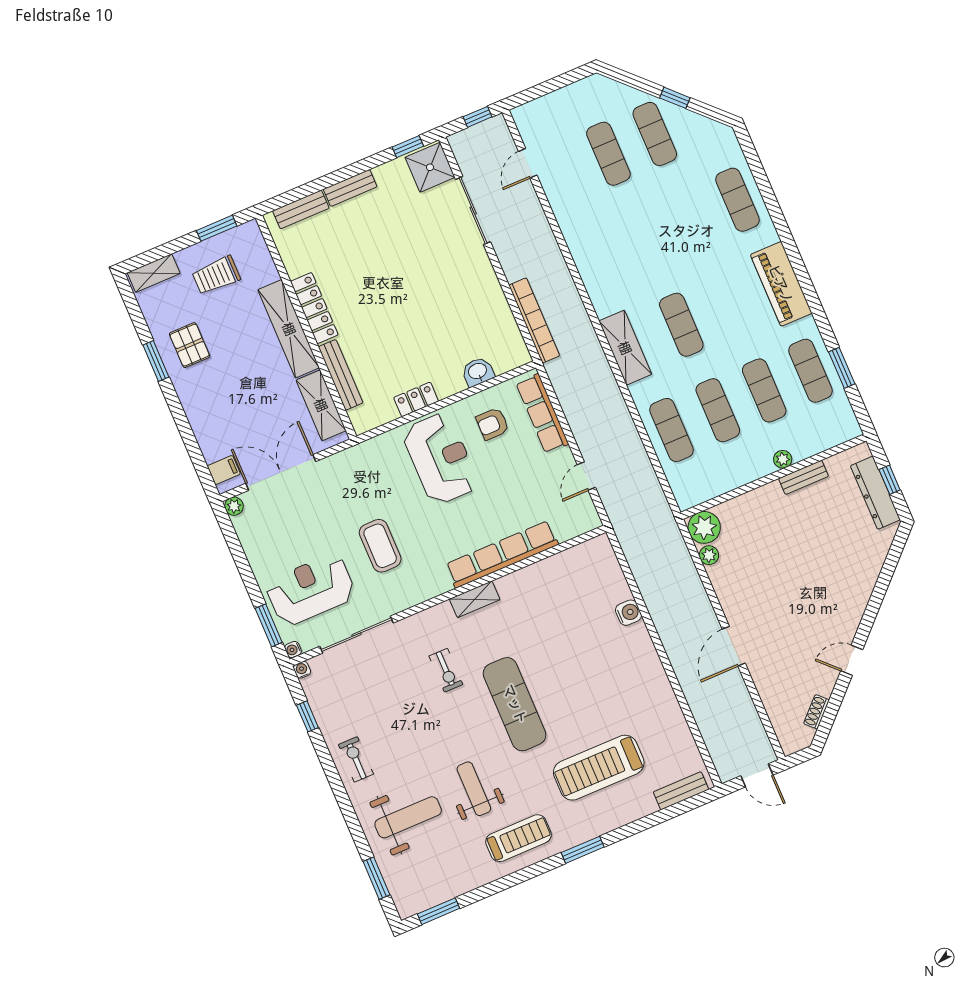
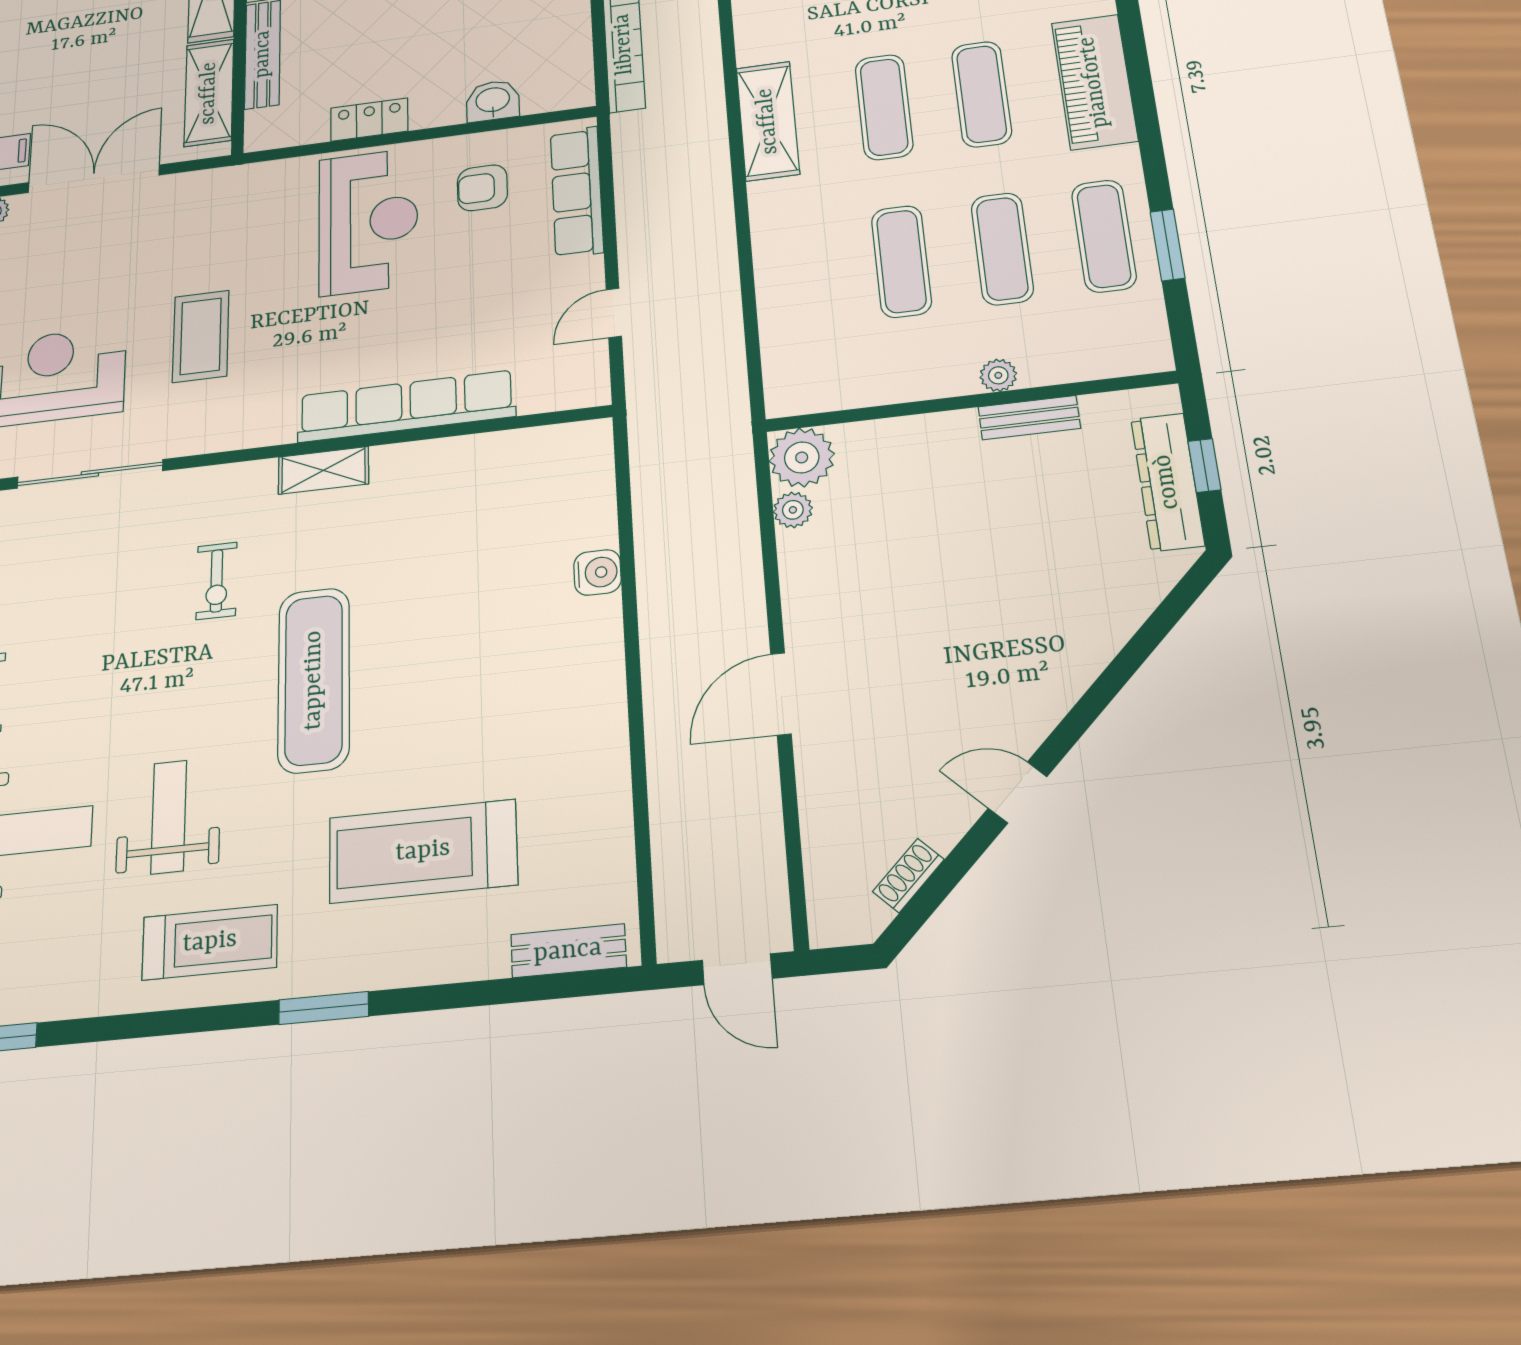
exercise mat: (672, 430) -> (982, 94), moved

